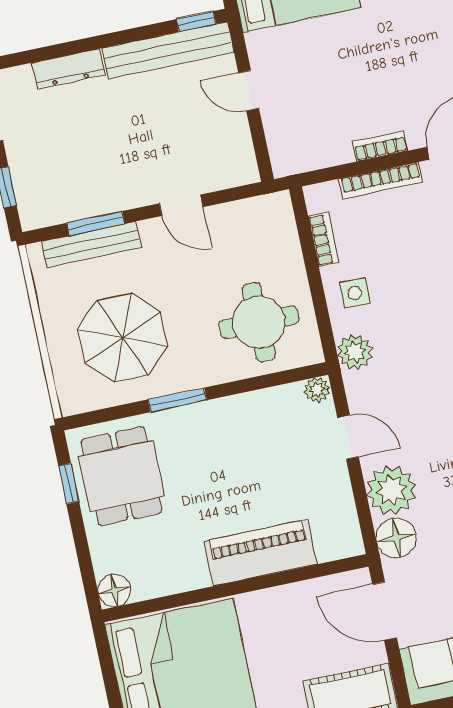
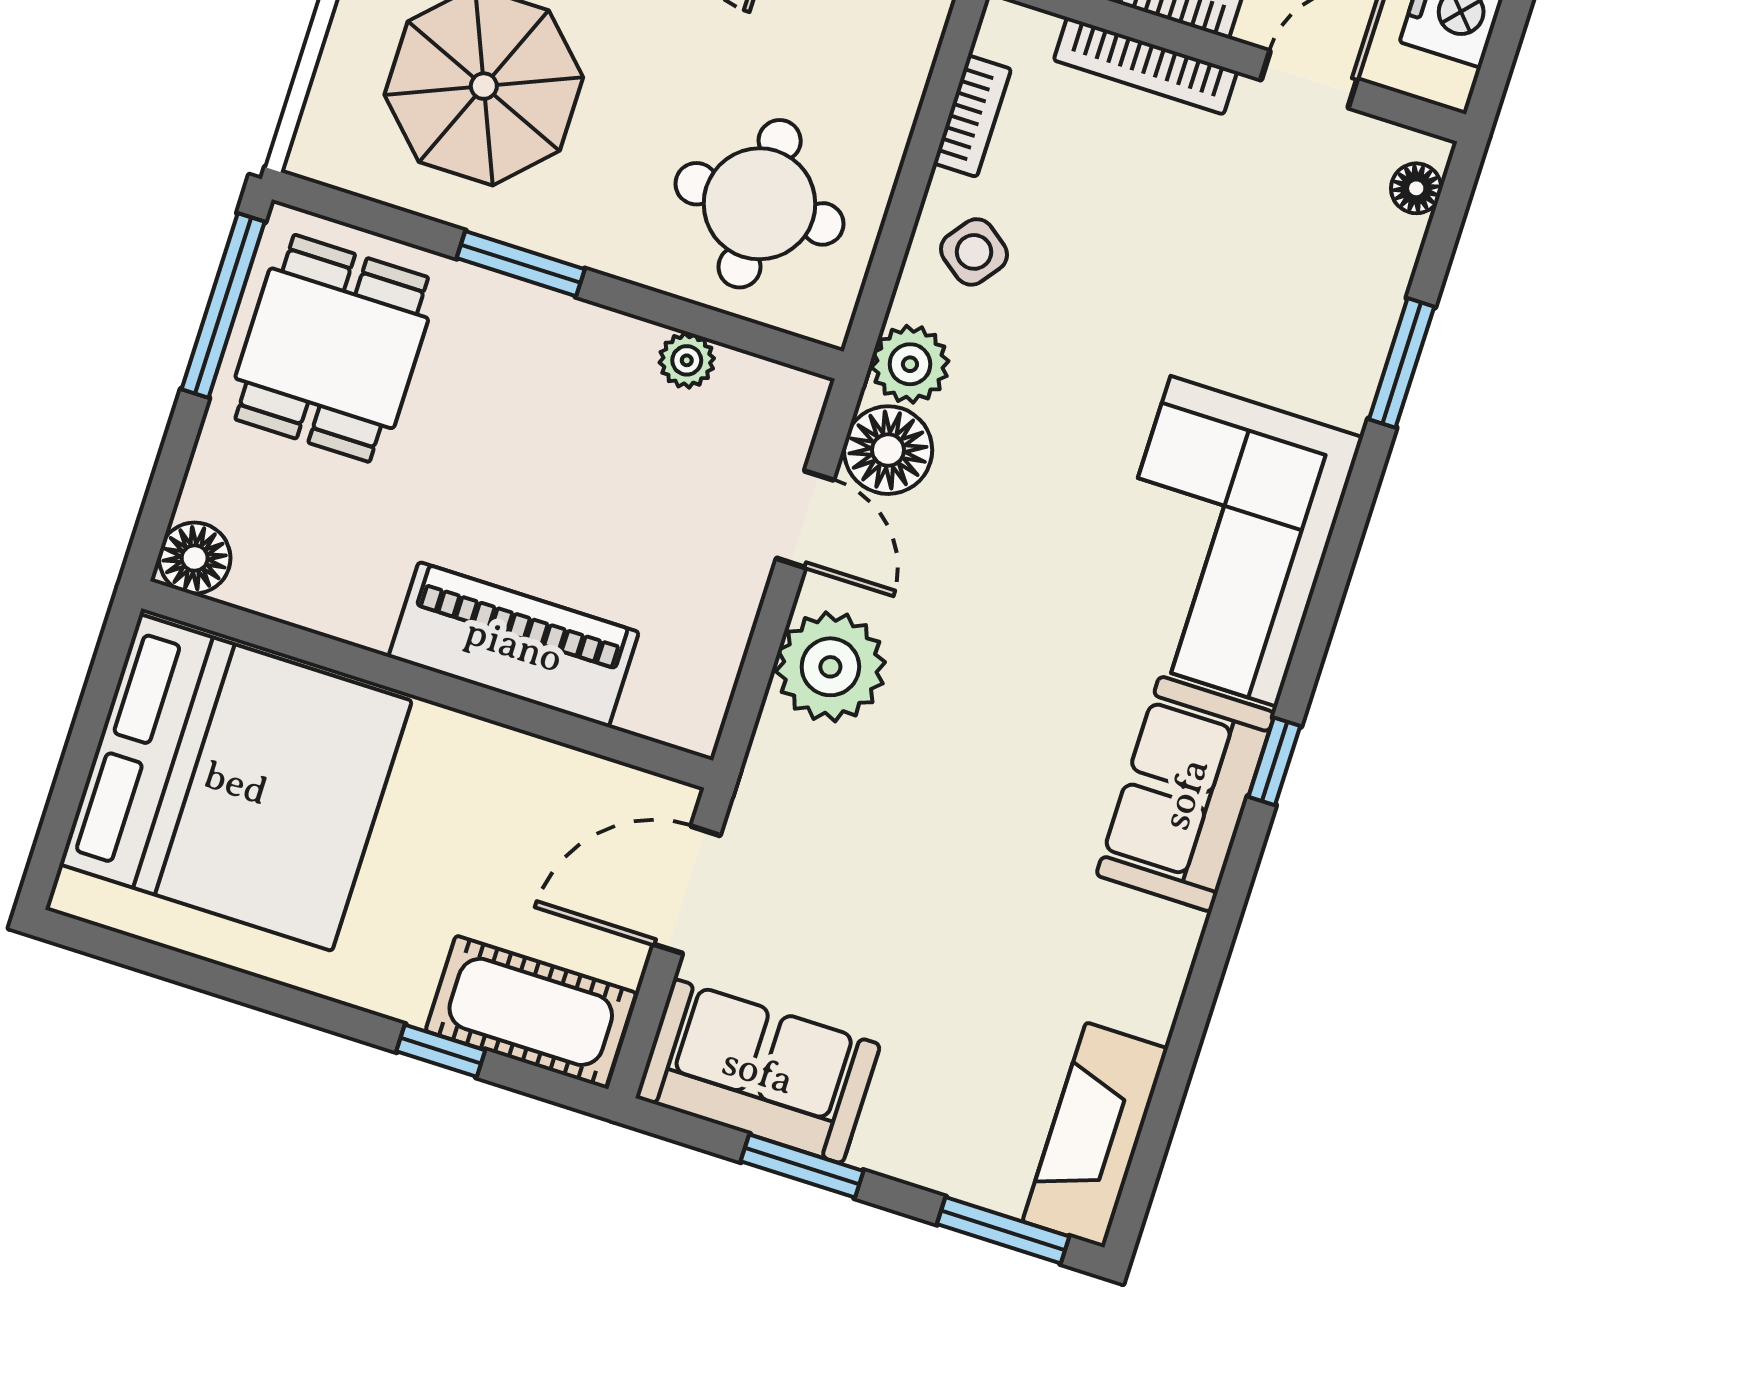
side table: (355, 293) -> (974, 252), turned 37
plant: (317, 390) -> (687, 360), moved
window: (69, 484) -> (223, 305), width x2.17
floor lamp: (396, 538) -> (888, 450), moved
door: (385, 611) -> (687, 890), hinge flipped

